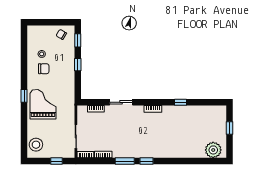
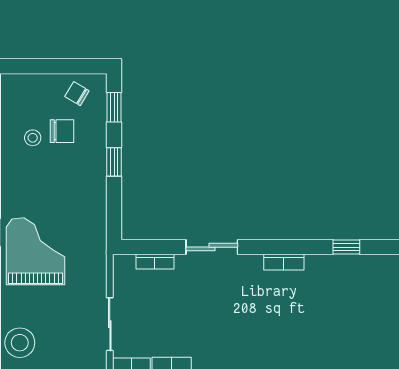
chair: (44, 69) -> (62, 131), moved

